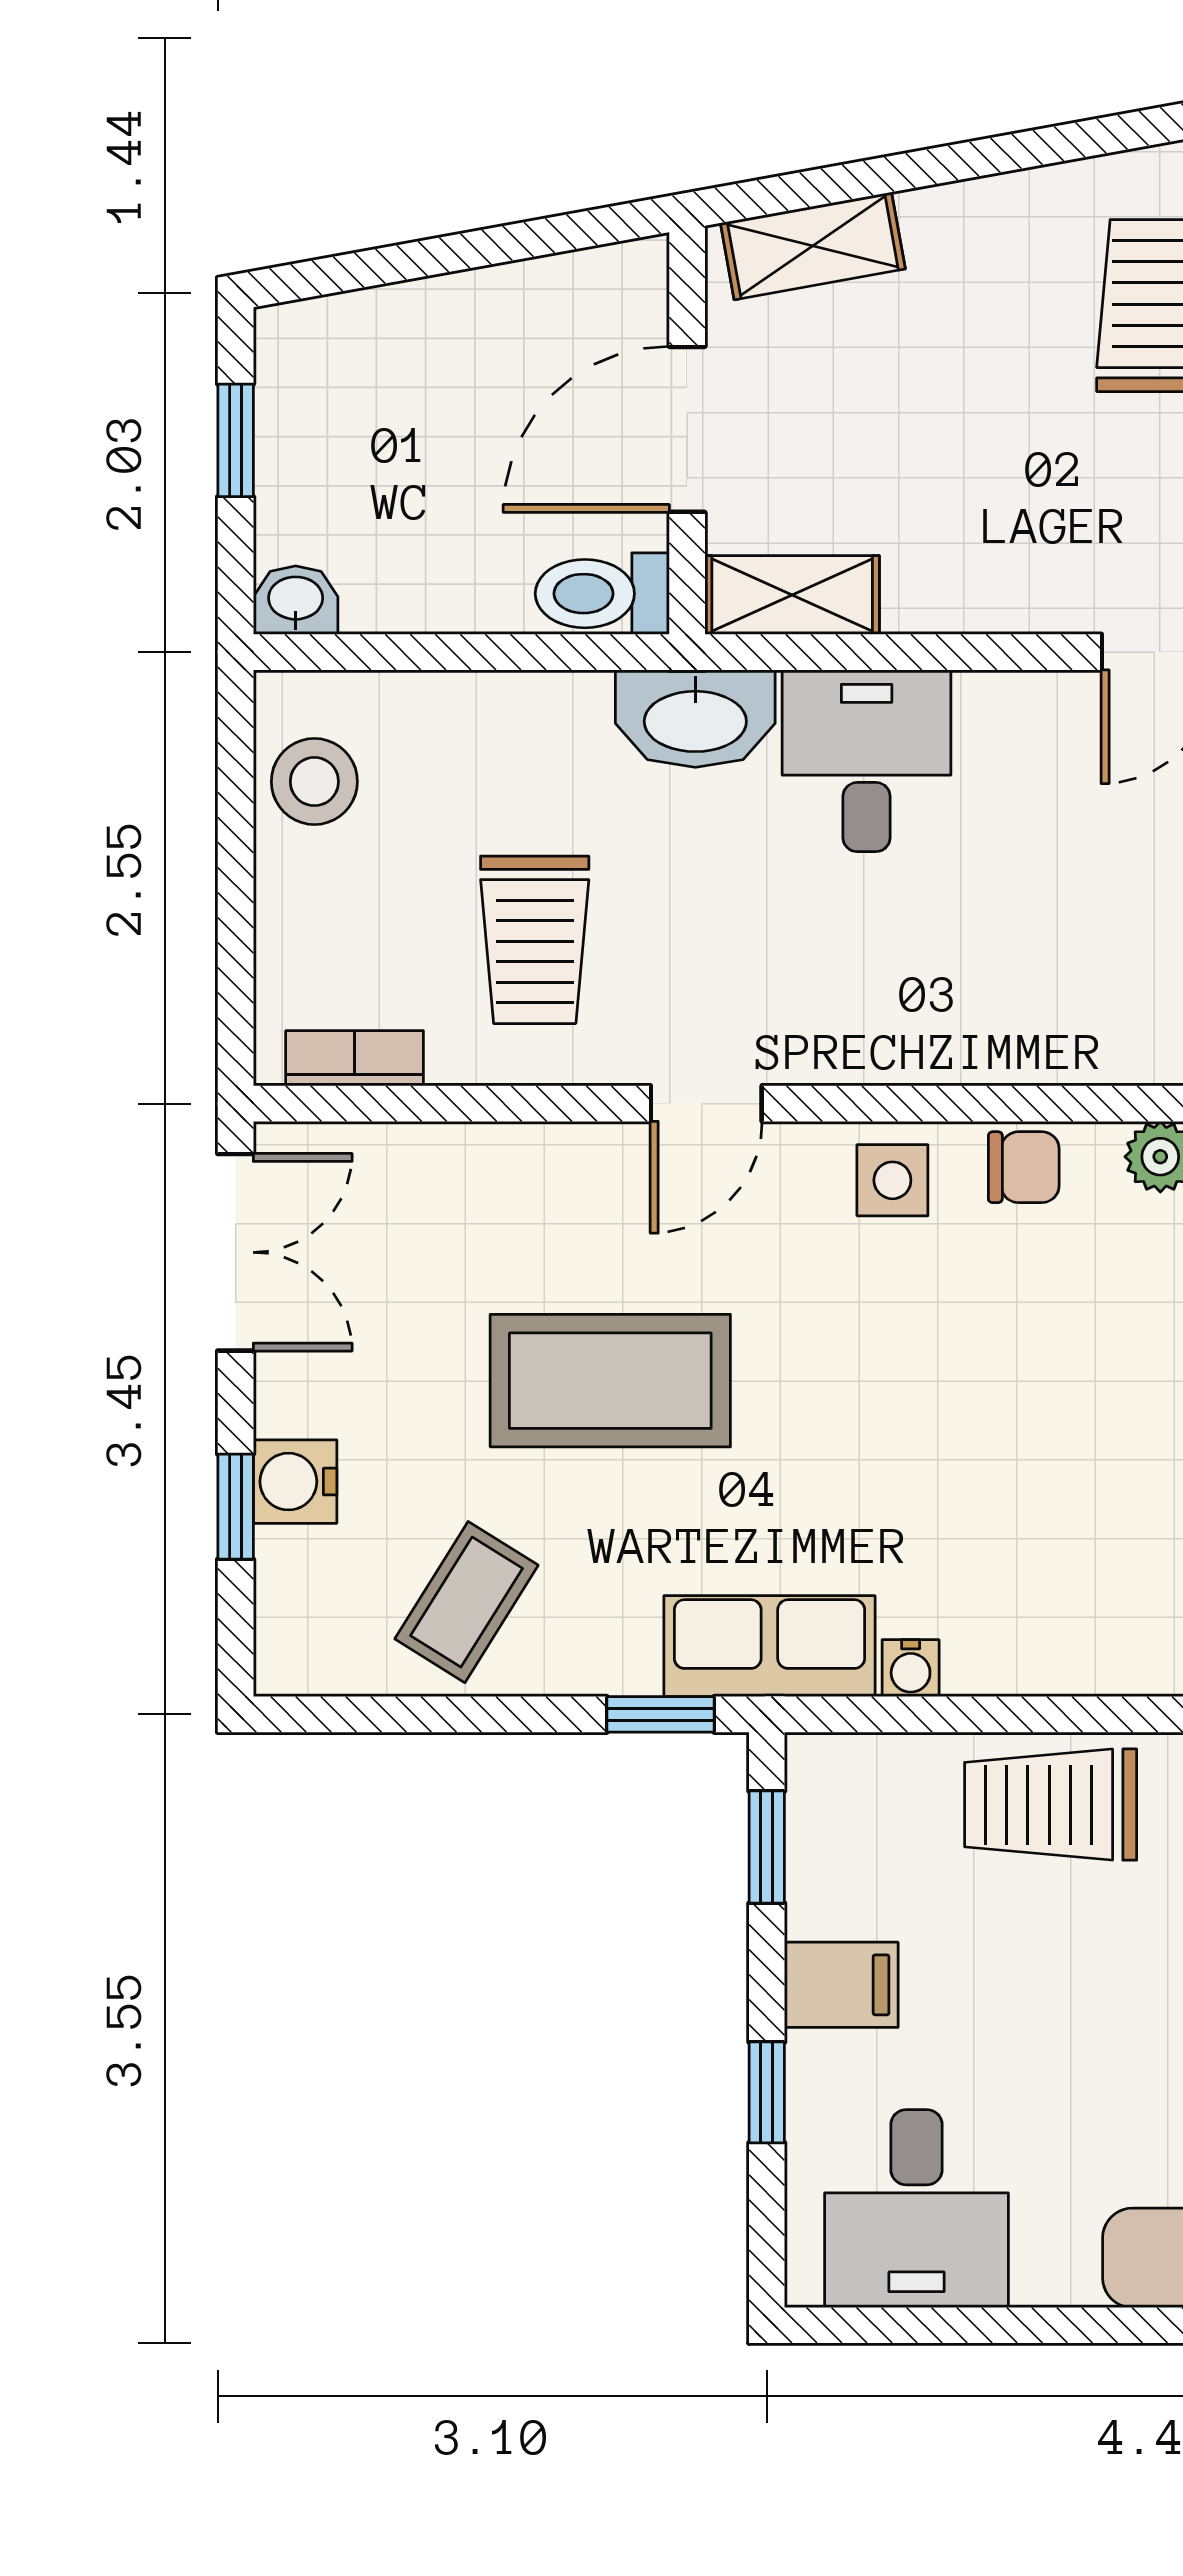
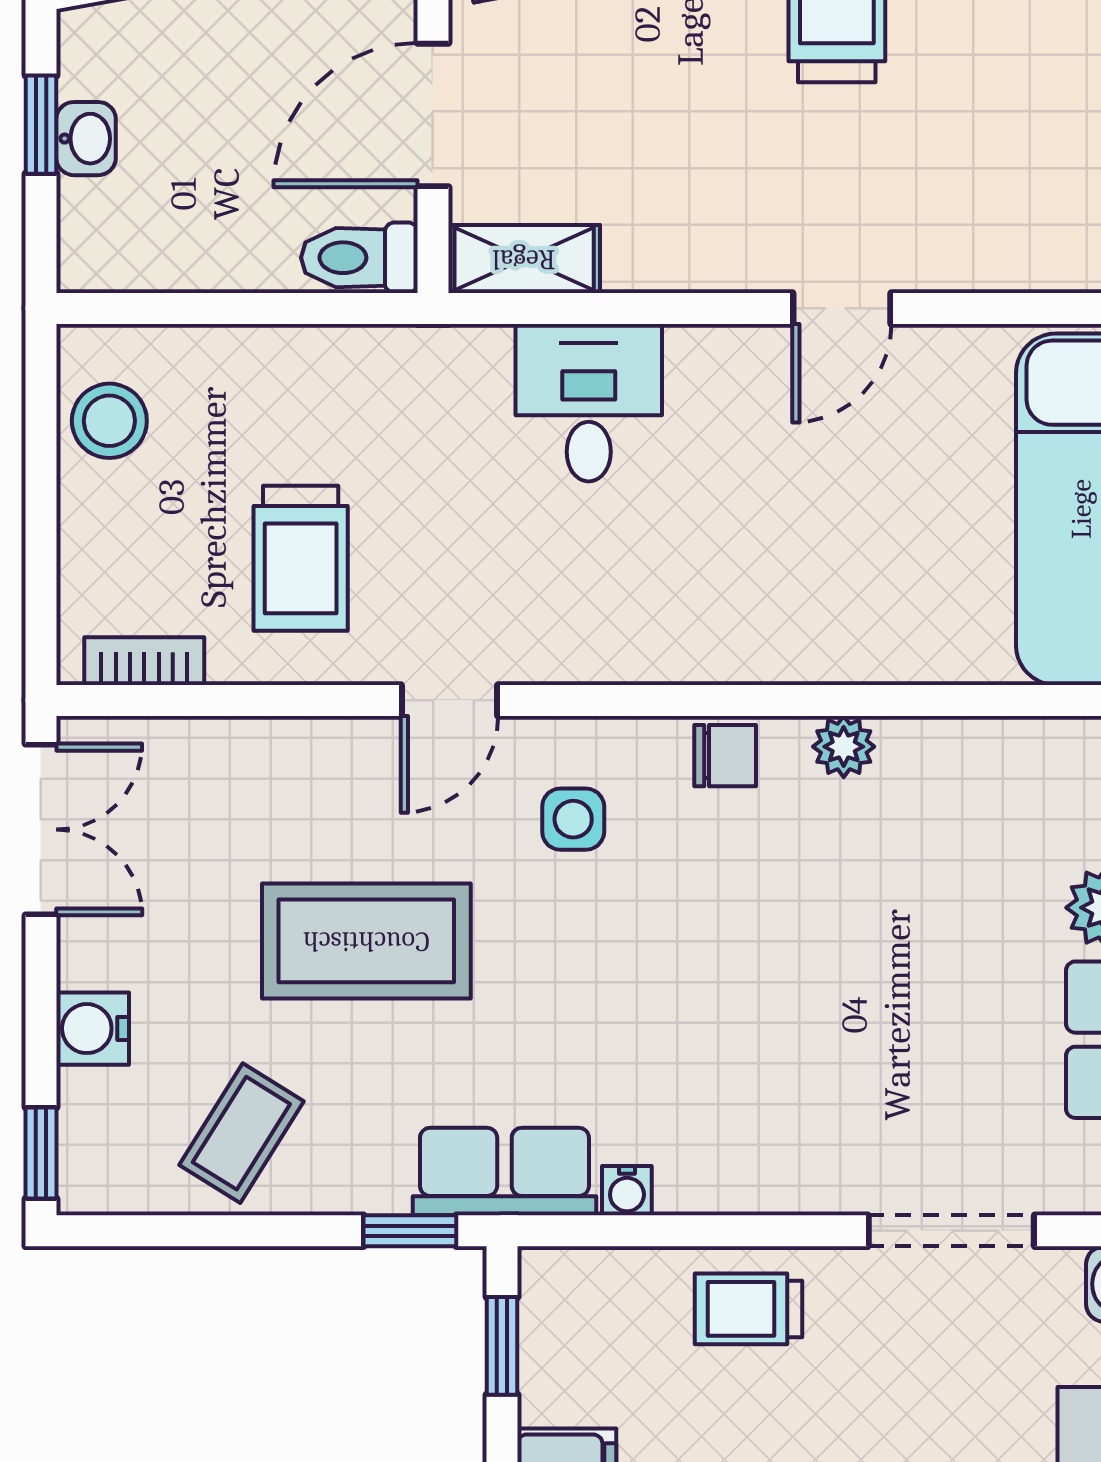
washbasin: (296, 600) -> (86, 139), moved, turned 90
washbasin: (695, 719) -> (440, 366), removed
side table: (892, 1180) -> (573, 819), moved
window: (236, 1507) -> (41, 1153), moved
trolley: (1051, 1805) -> (748, 1309), width x0.73, depth x0.72

